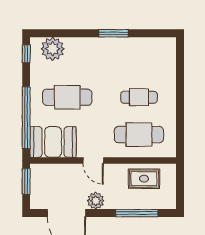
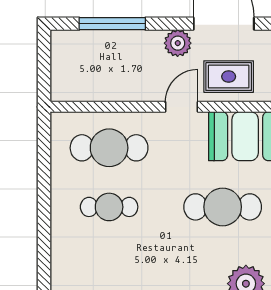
door: (93, 160) -> (182, 107), hinge flipped
rug: (144, 179) -> (229, 77), moved

